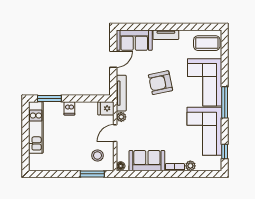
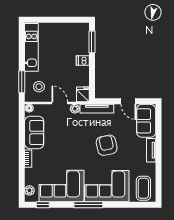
kitchen unit: (36, 127) -> (31, 47), moved, turned -90
plant: (190, 166) -> (29, 190), moved

